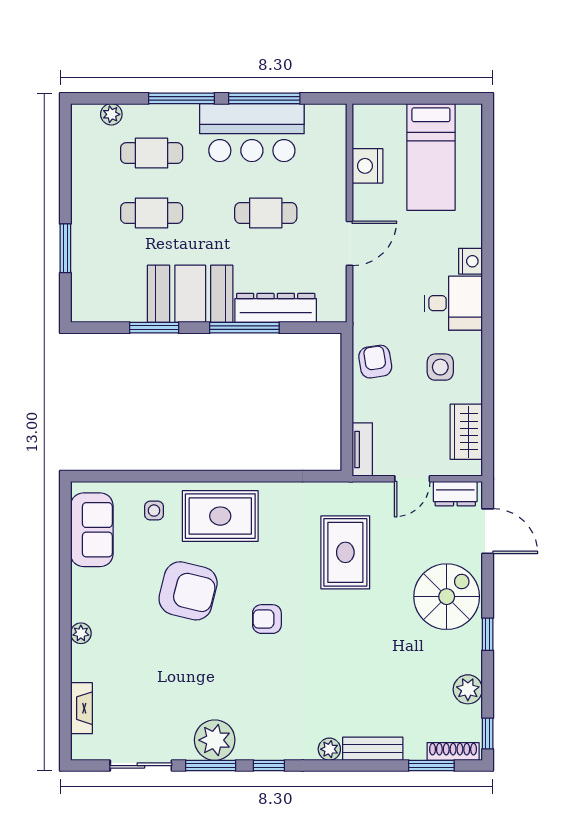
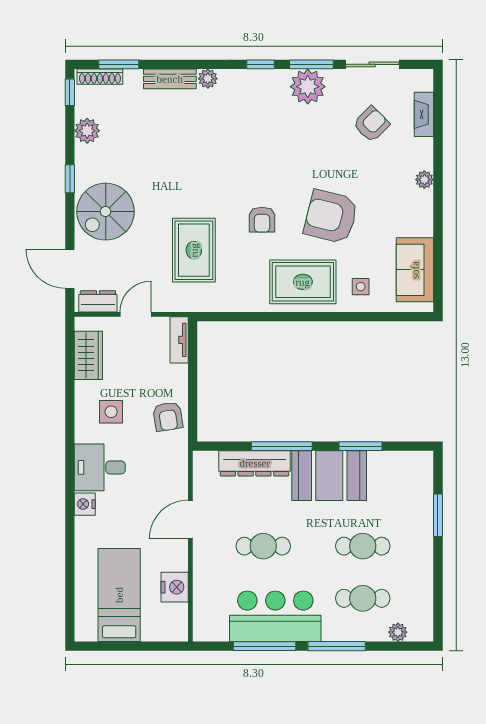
armchair: (267, 619) -> (262, 220), moved, turned 90
armchair: (142, 697) -> (371, 124), added

